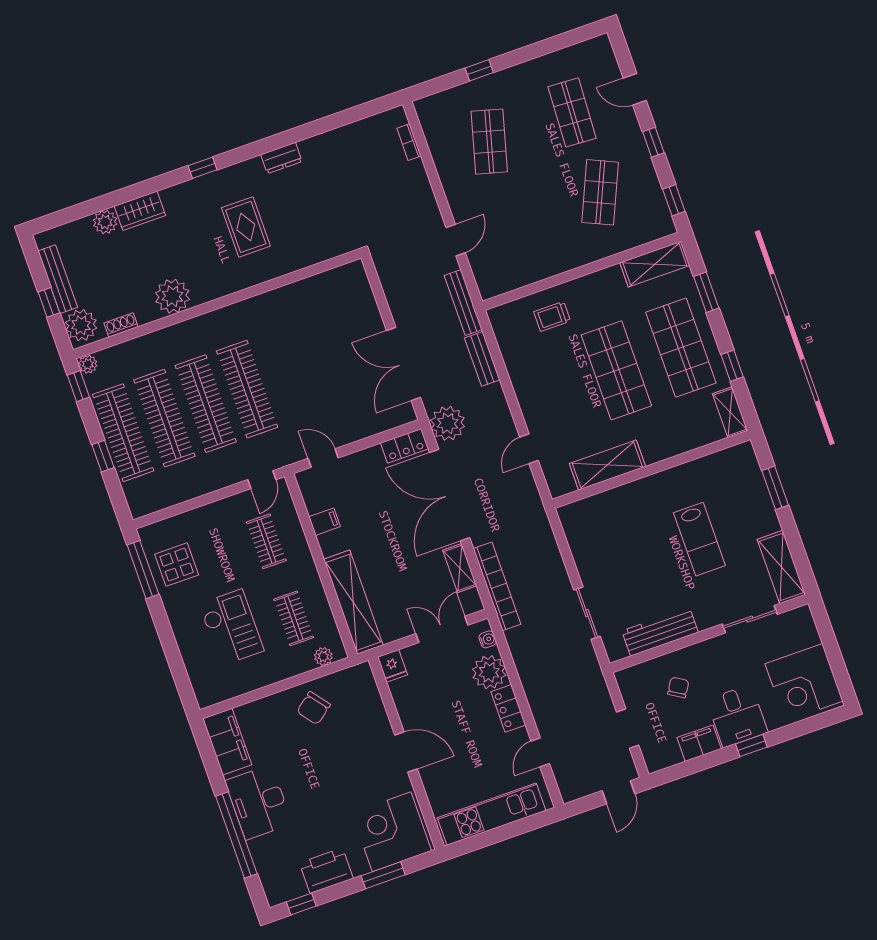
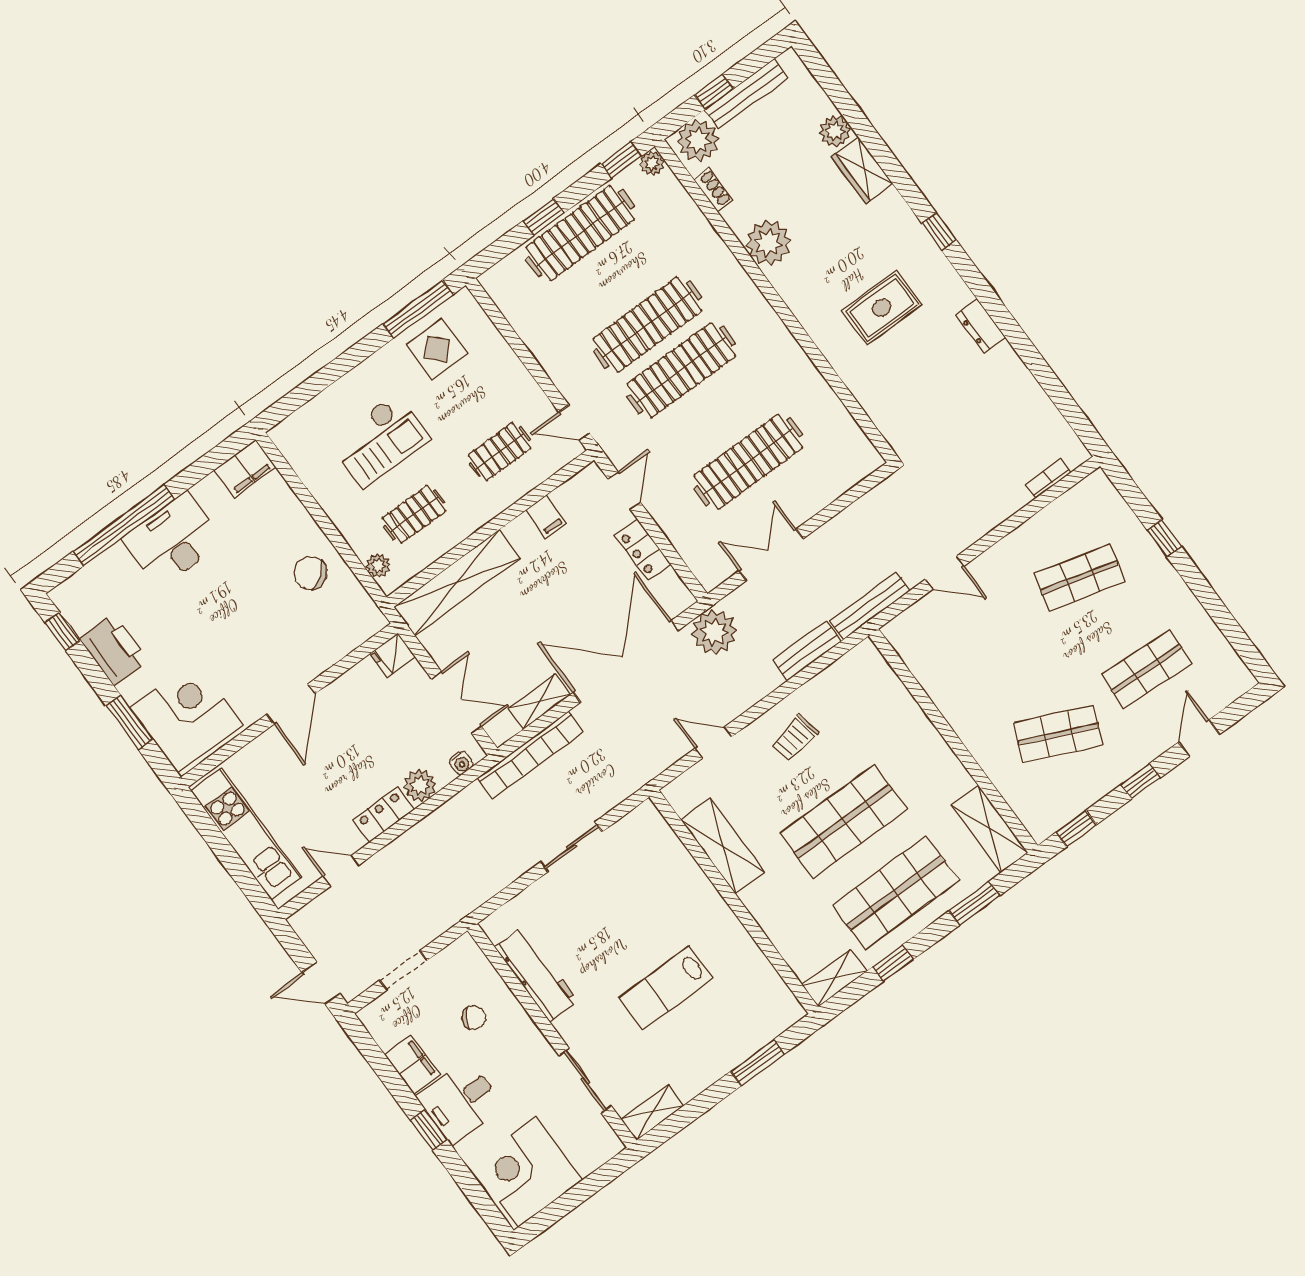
trolley: (552, 316) -> (795, 738), moved, turned -100
double door: (403, 364) -> (771, 555), width x0.73
clothes rail: (164, 418) -> (748, 462), moved
locker: (405, 446) -> (643, 550), moved
shelving: (781, 567) -> (652, 1112), width x0.67, depth x0.75
sliding door: (587, 613) -> (571, 847), moved
plant: (489, 672) -> (420, 785), width x0.73, depth x0.73
filing cabinet: (227, 742) -> (245, 469), width x0.67, depth x0.86

